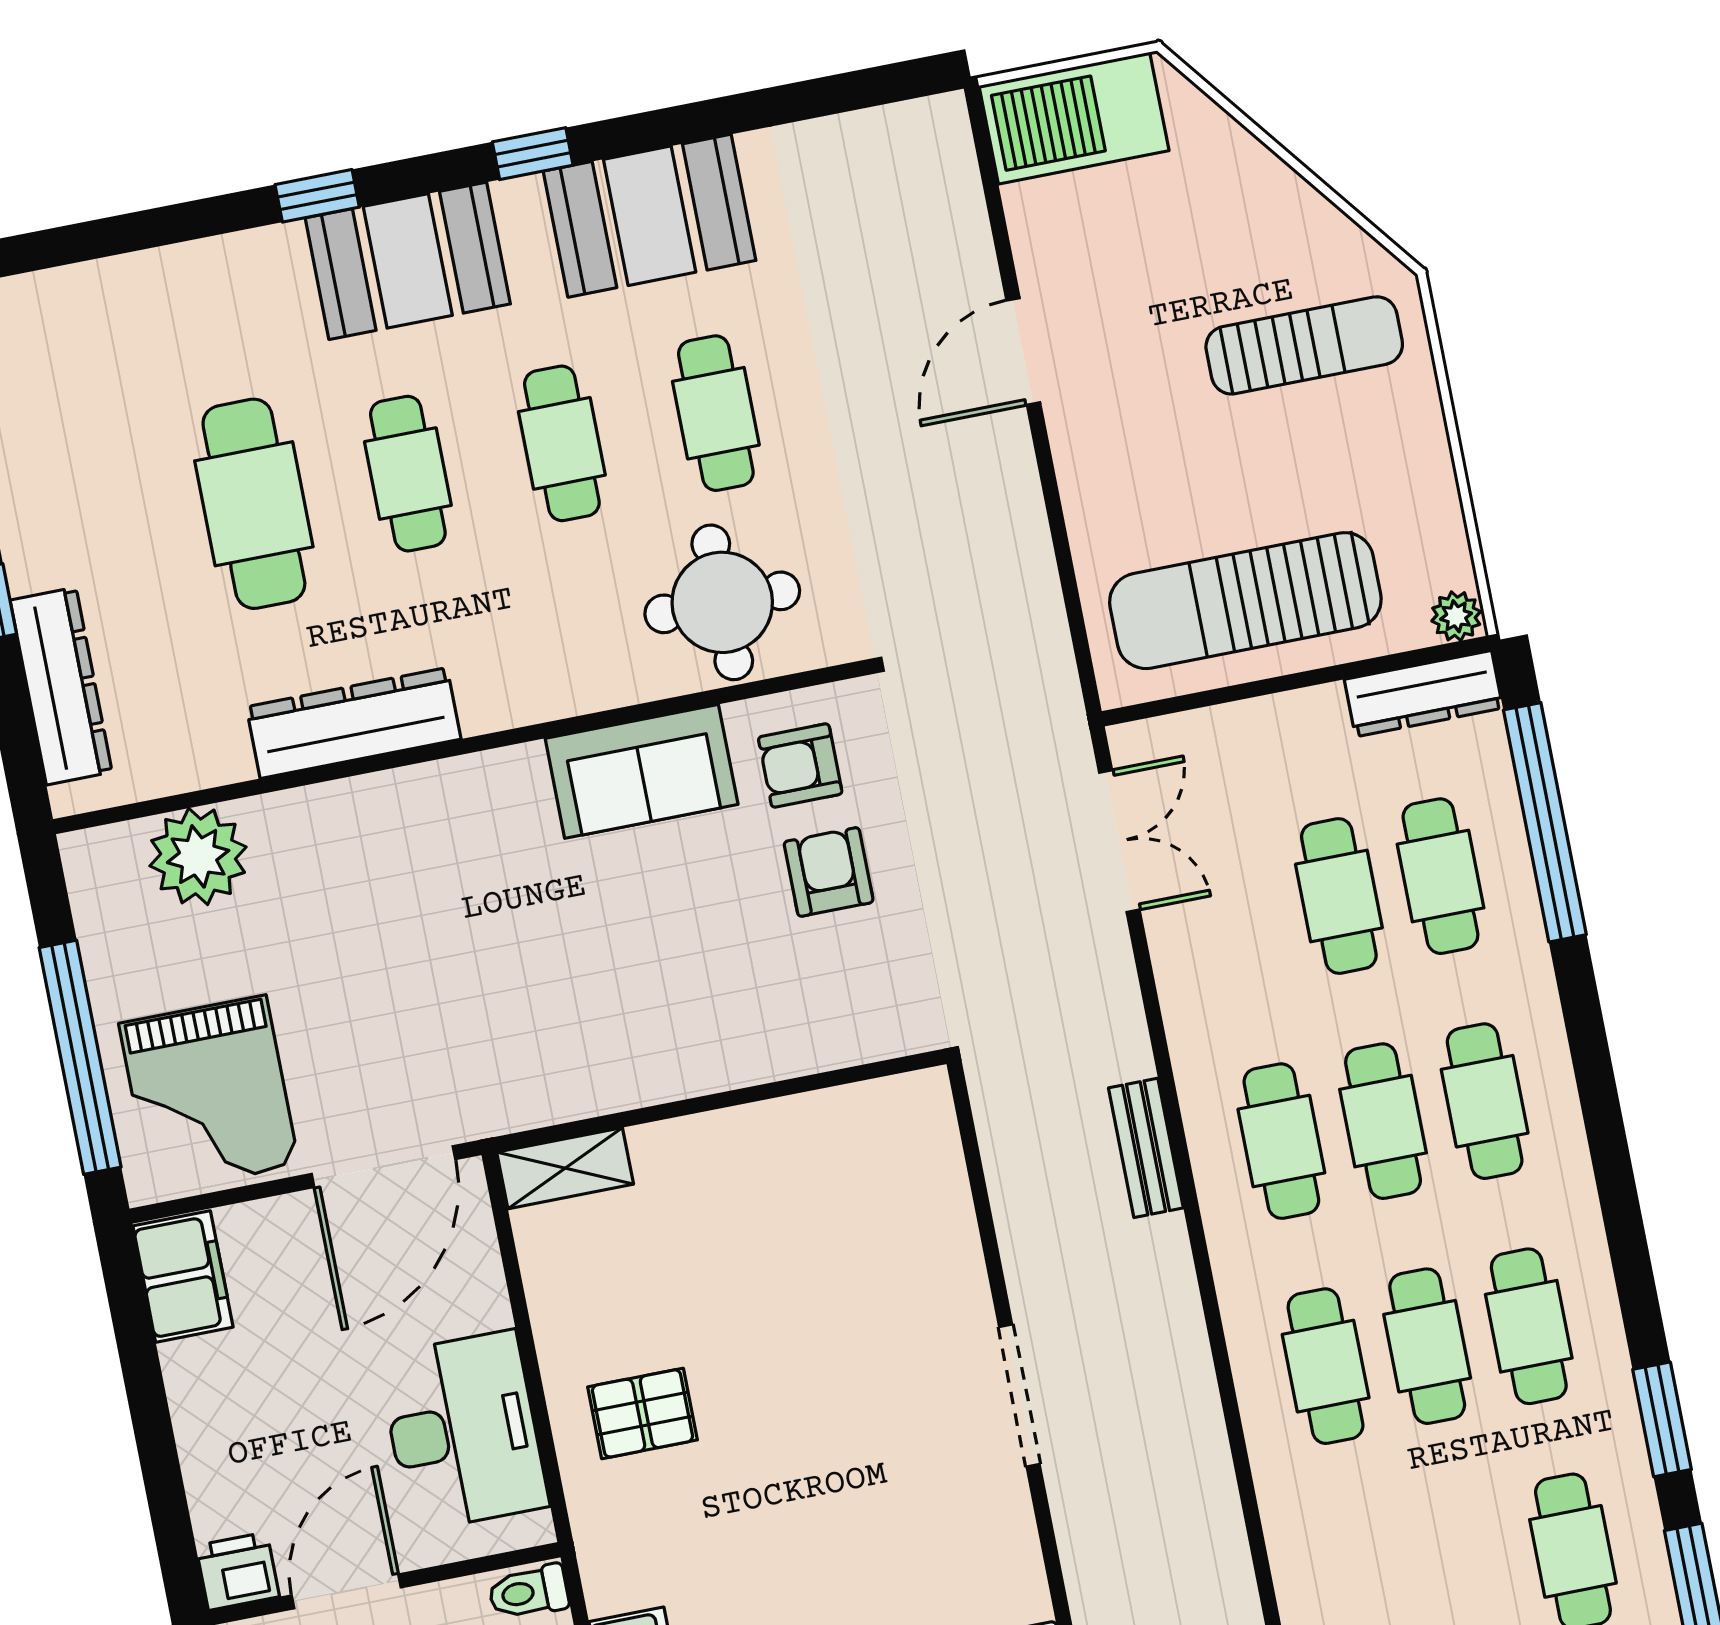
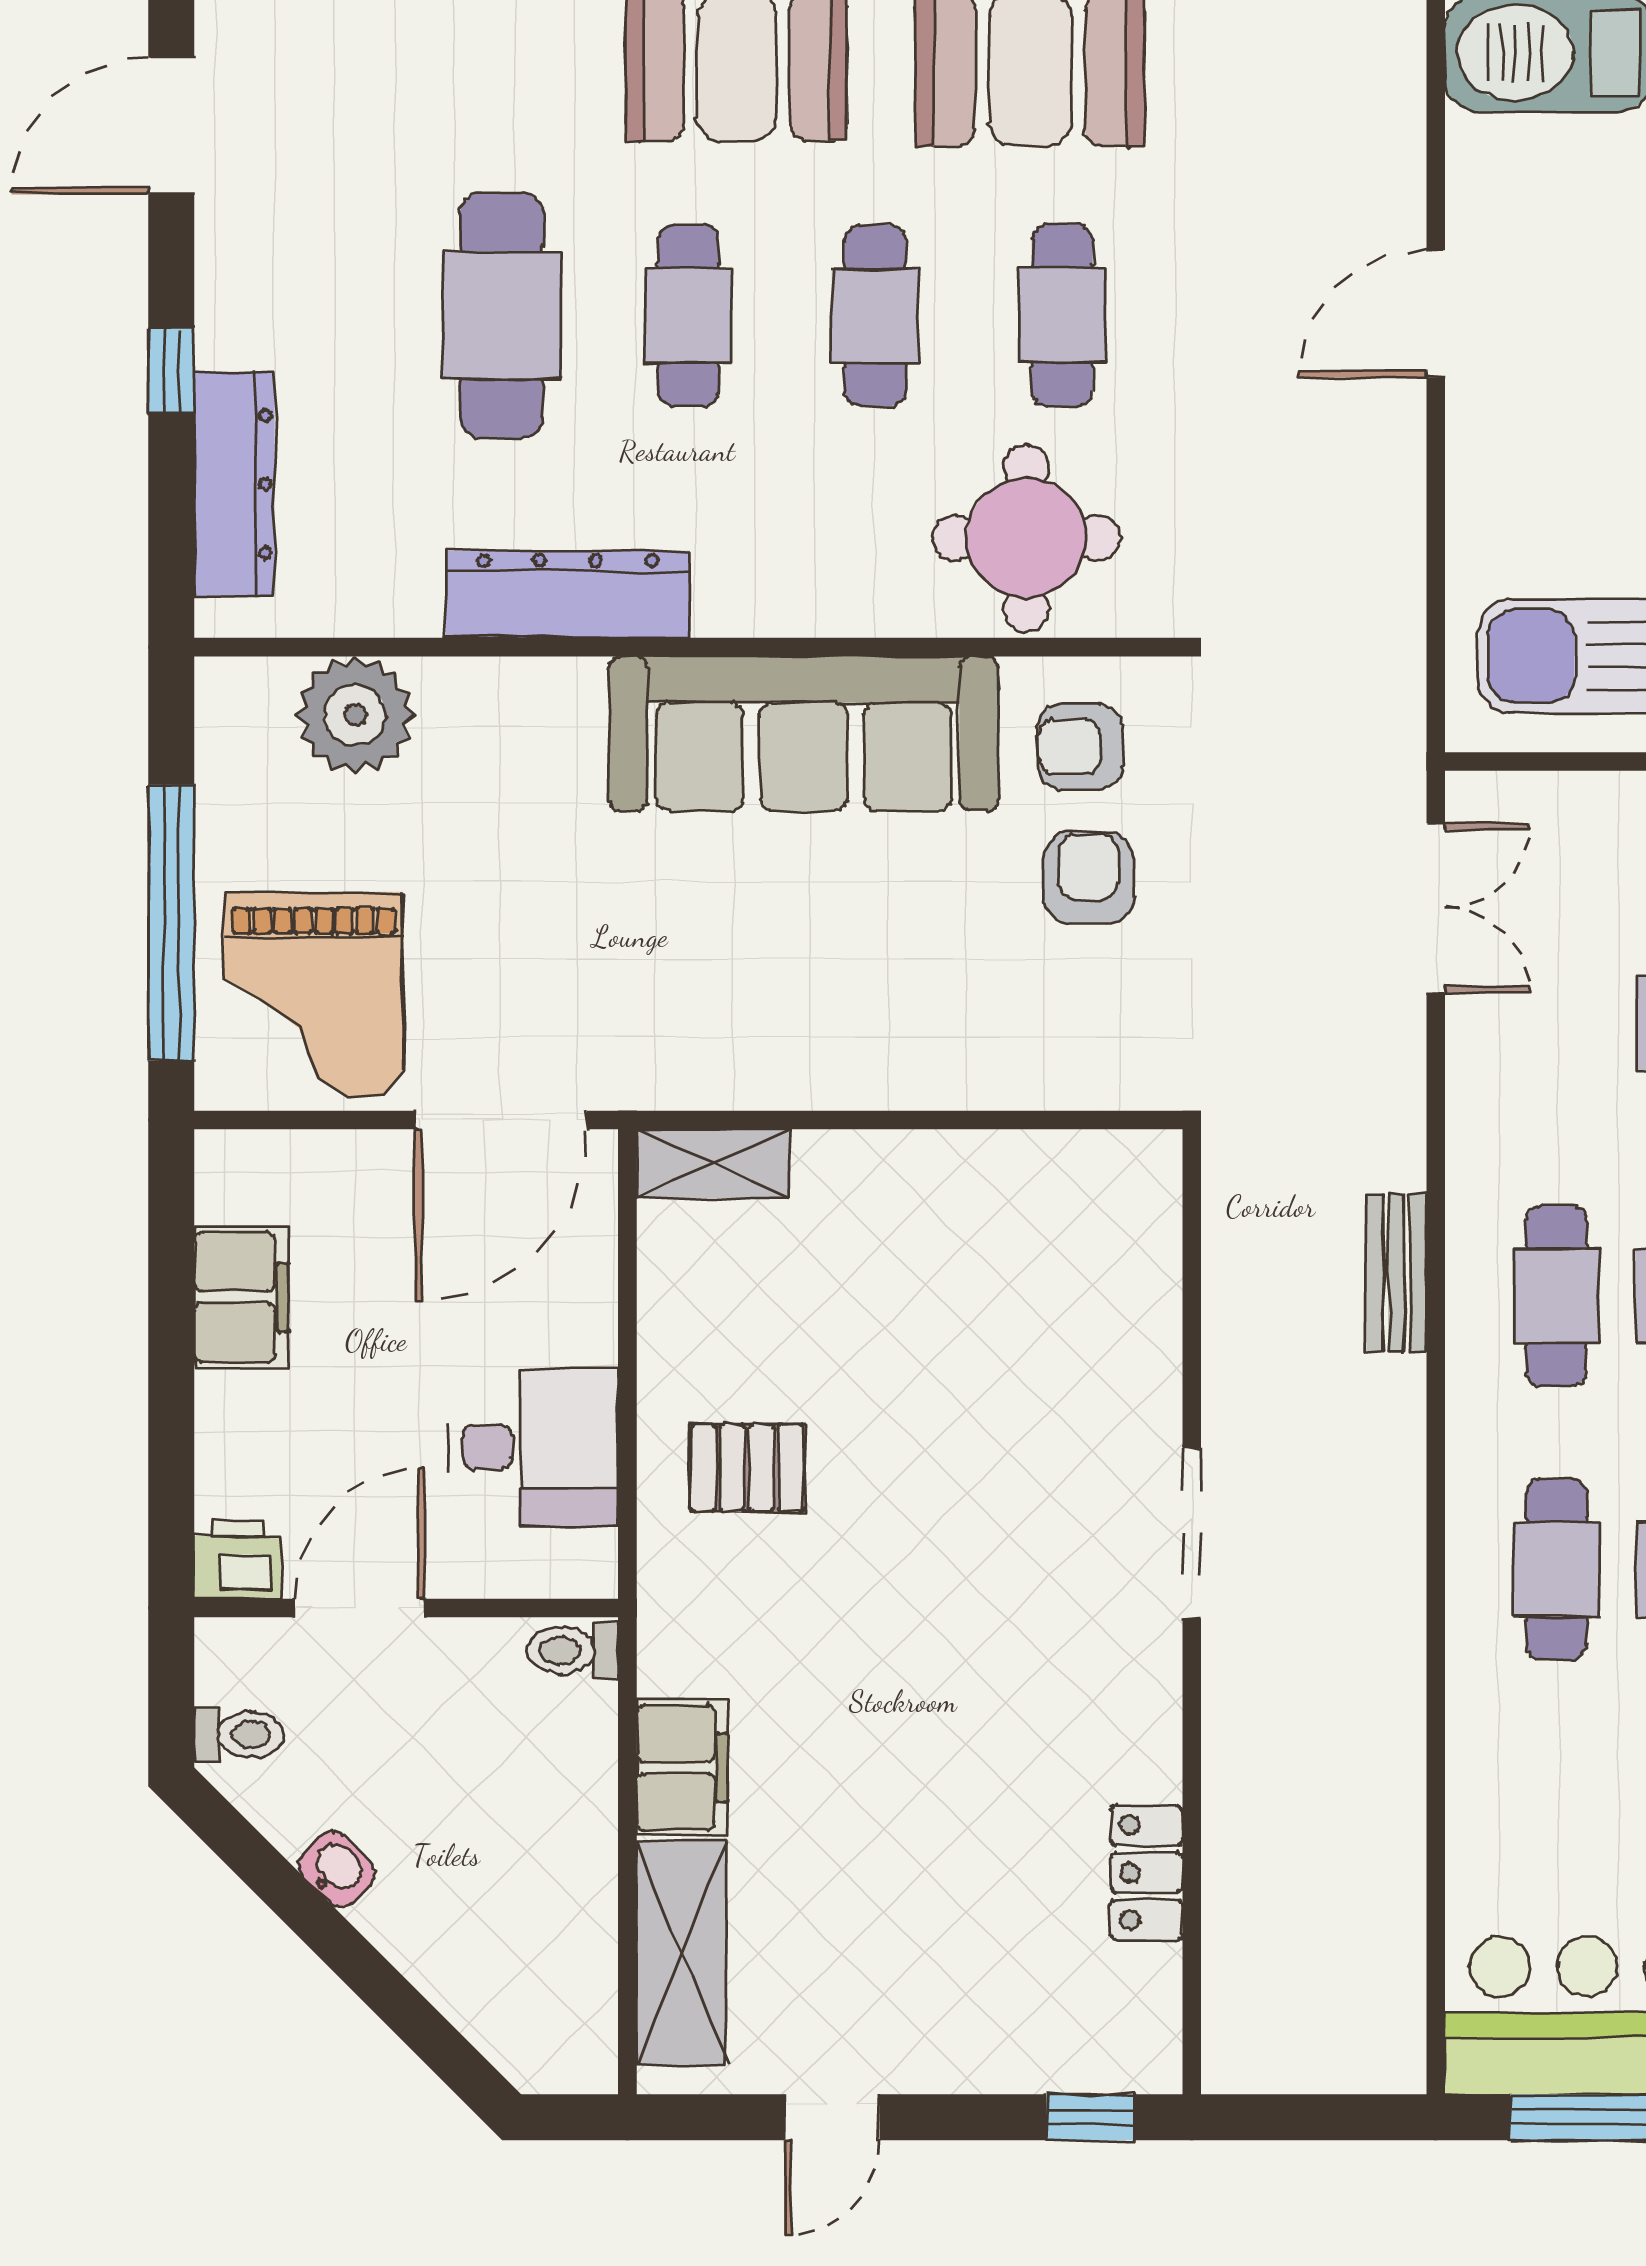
sofa: (642, 771) -> (804, 734), width x1.85, depth x1.27
filing cabinet: (183, 1276) -> (241, 1297), moved
desk: (463, 1431) -> (533, 1447), width x0.73

